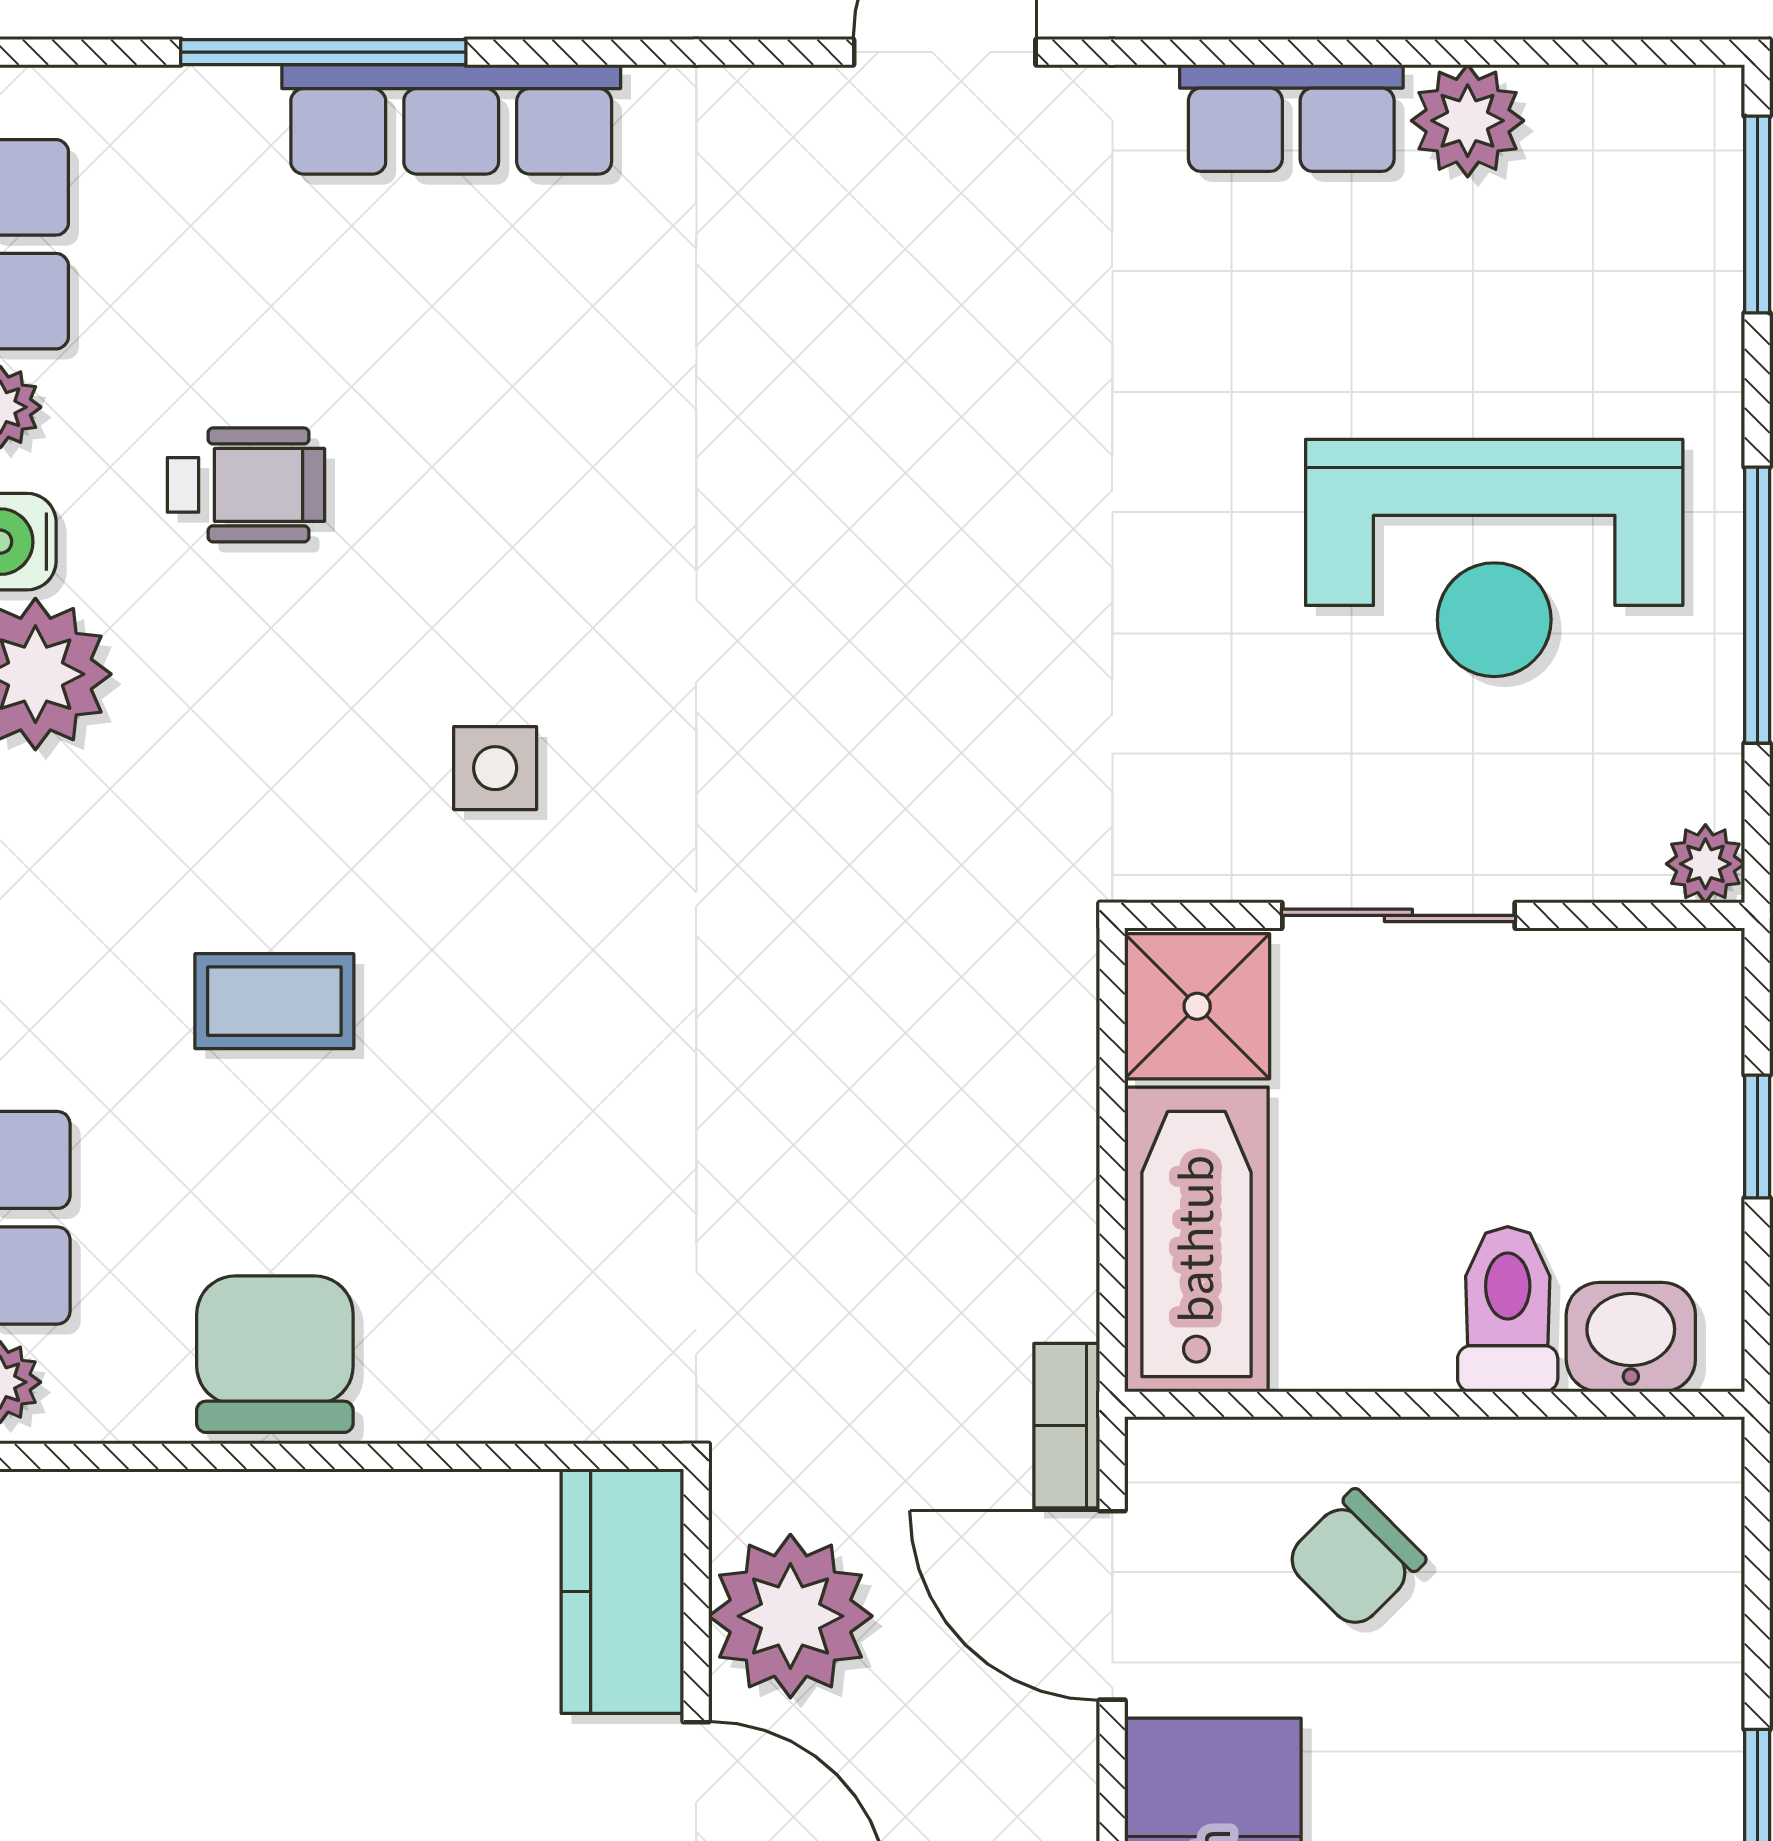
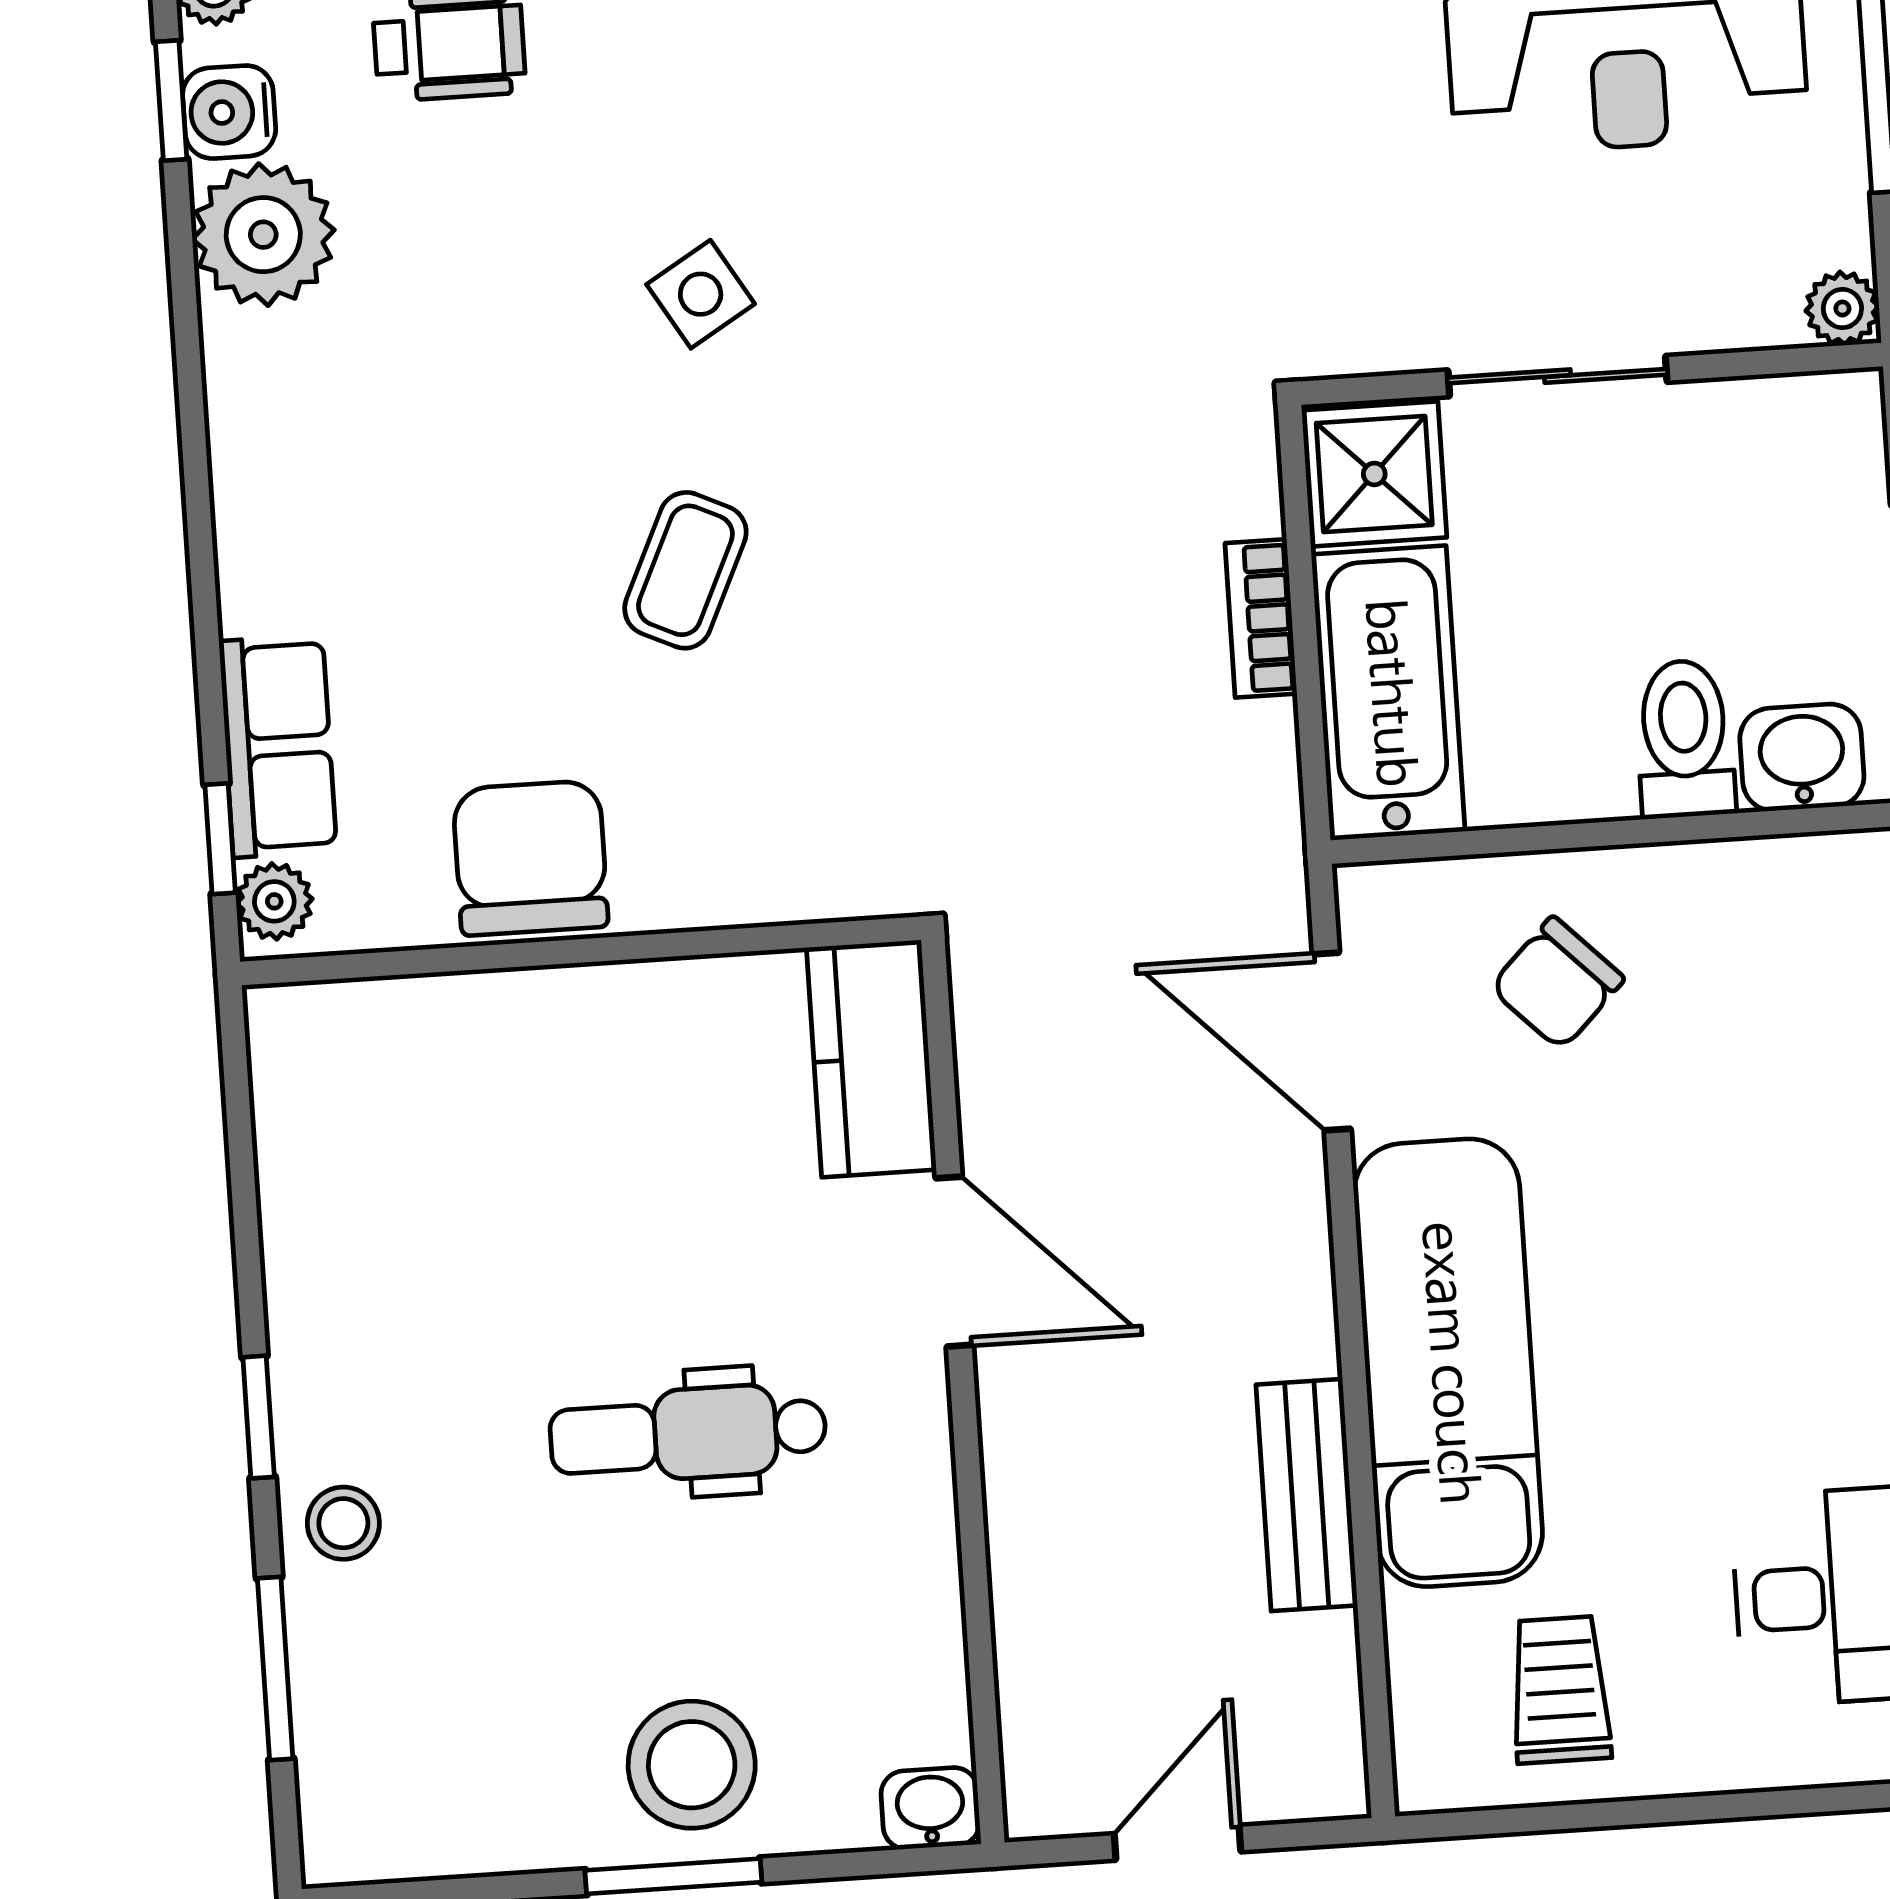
side table: (495, 768) -> (701, 294), turned -31
coffee table: (274, 1001) -> (685, 570), moved, turned -65
bookcase: (1067, 1426) -> (1261, 618), moved
plant: (790, 1616) -> (1031, 1072), removed

